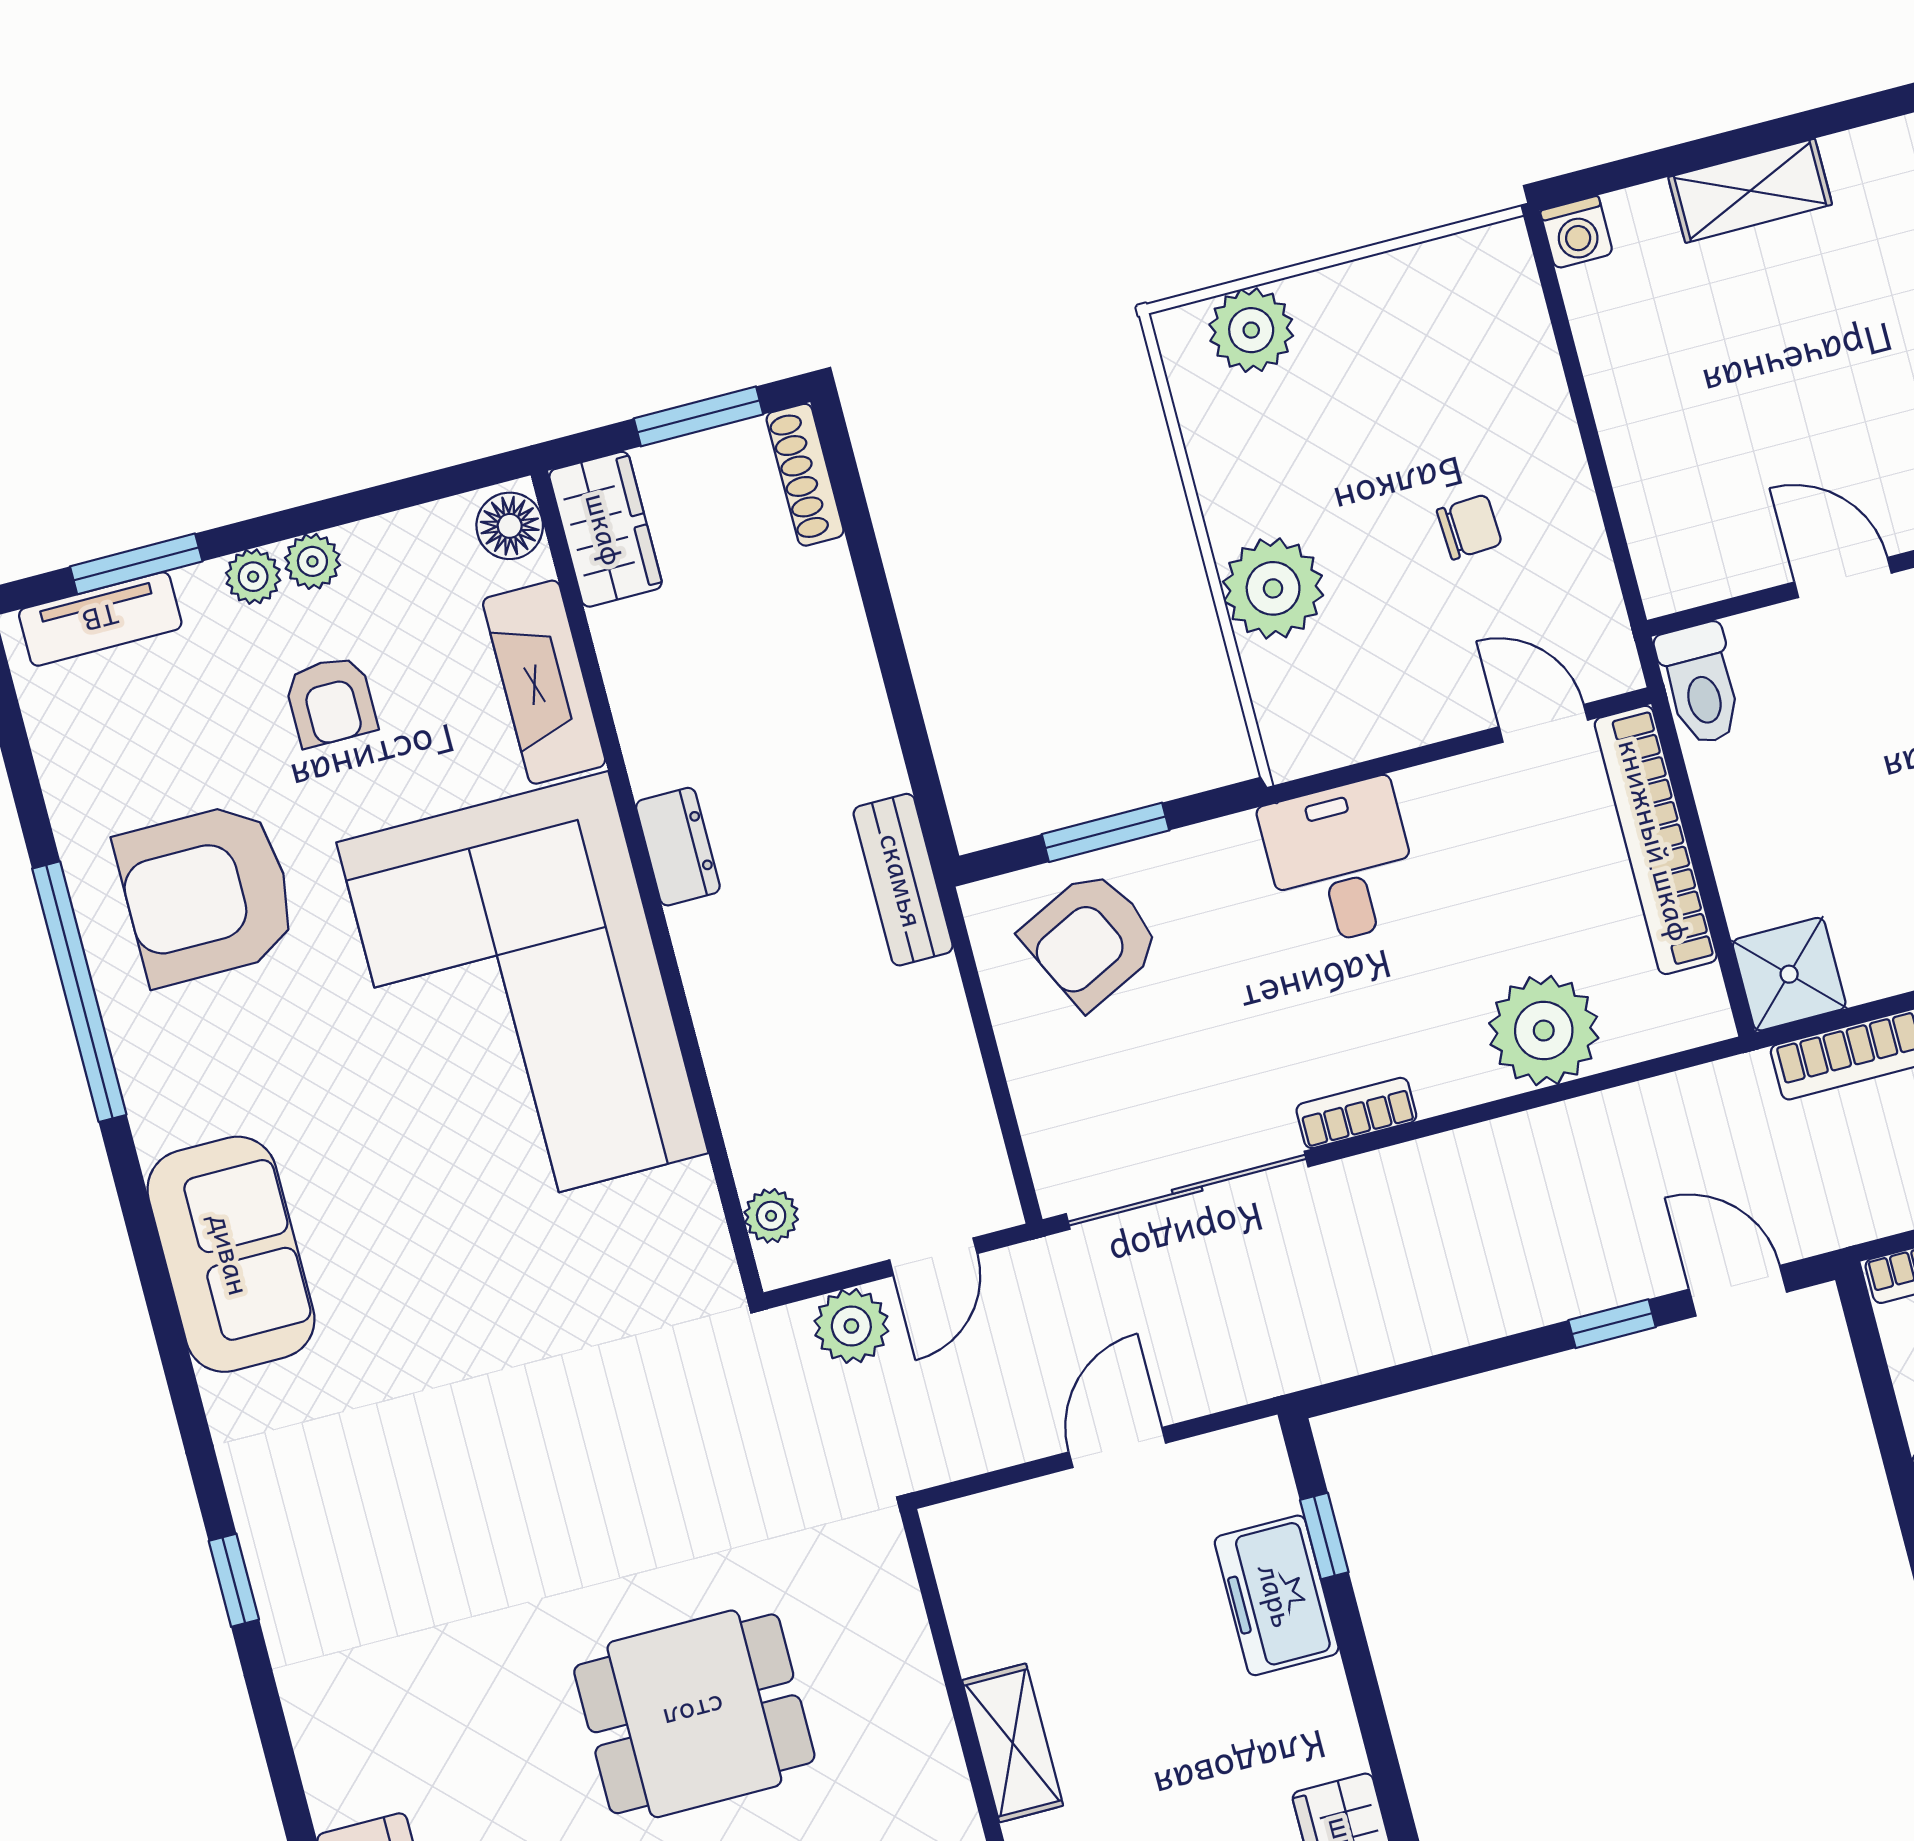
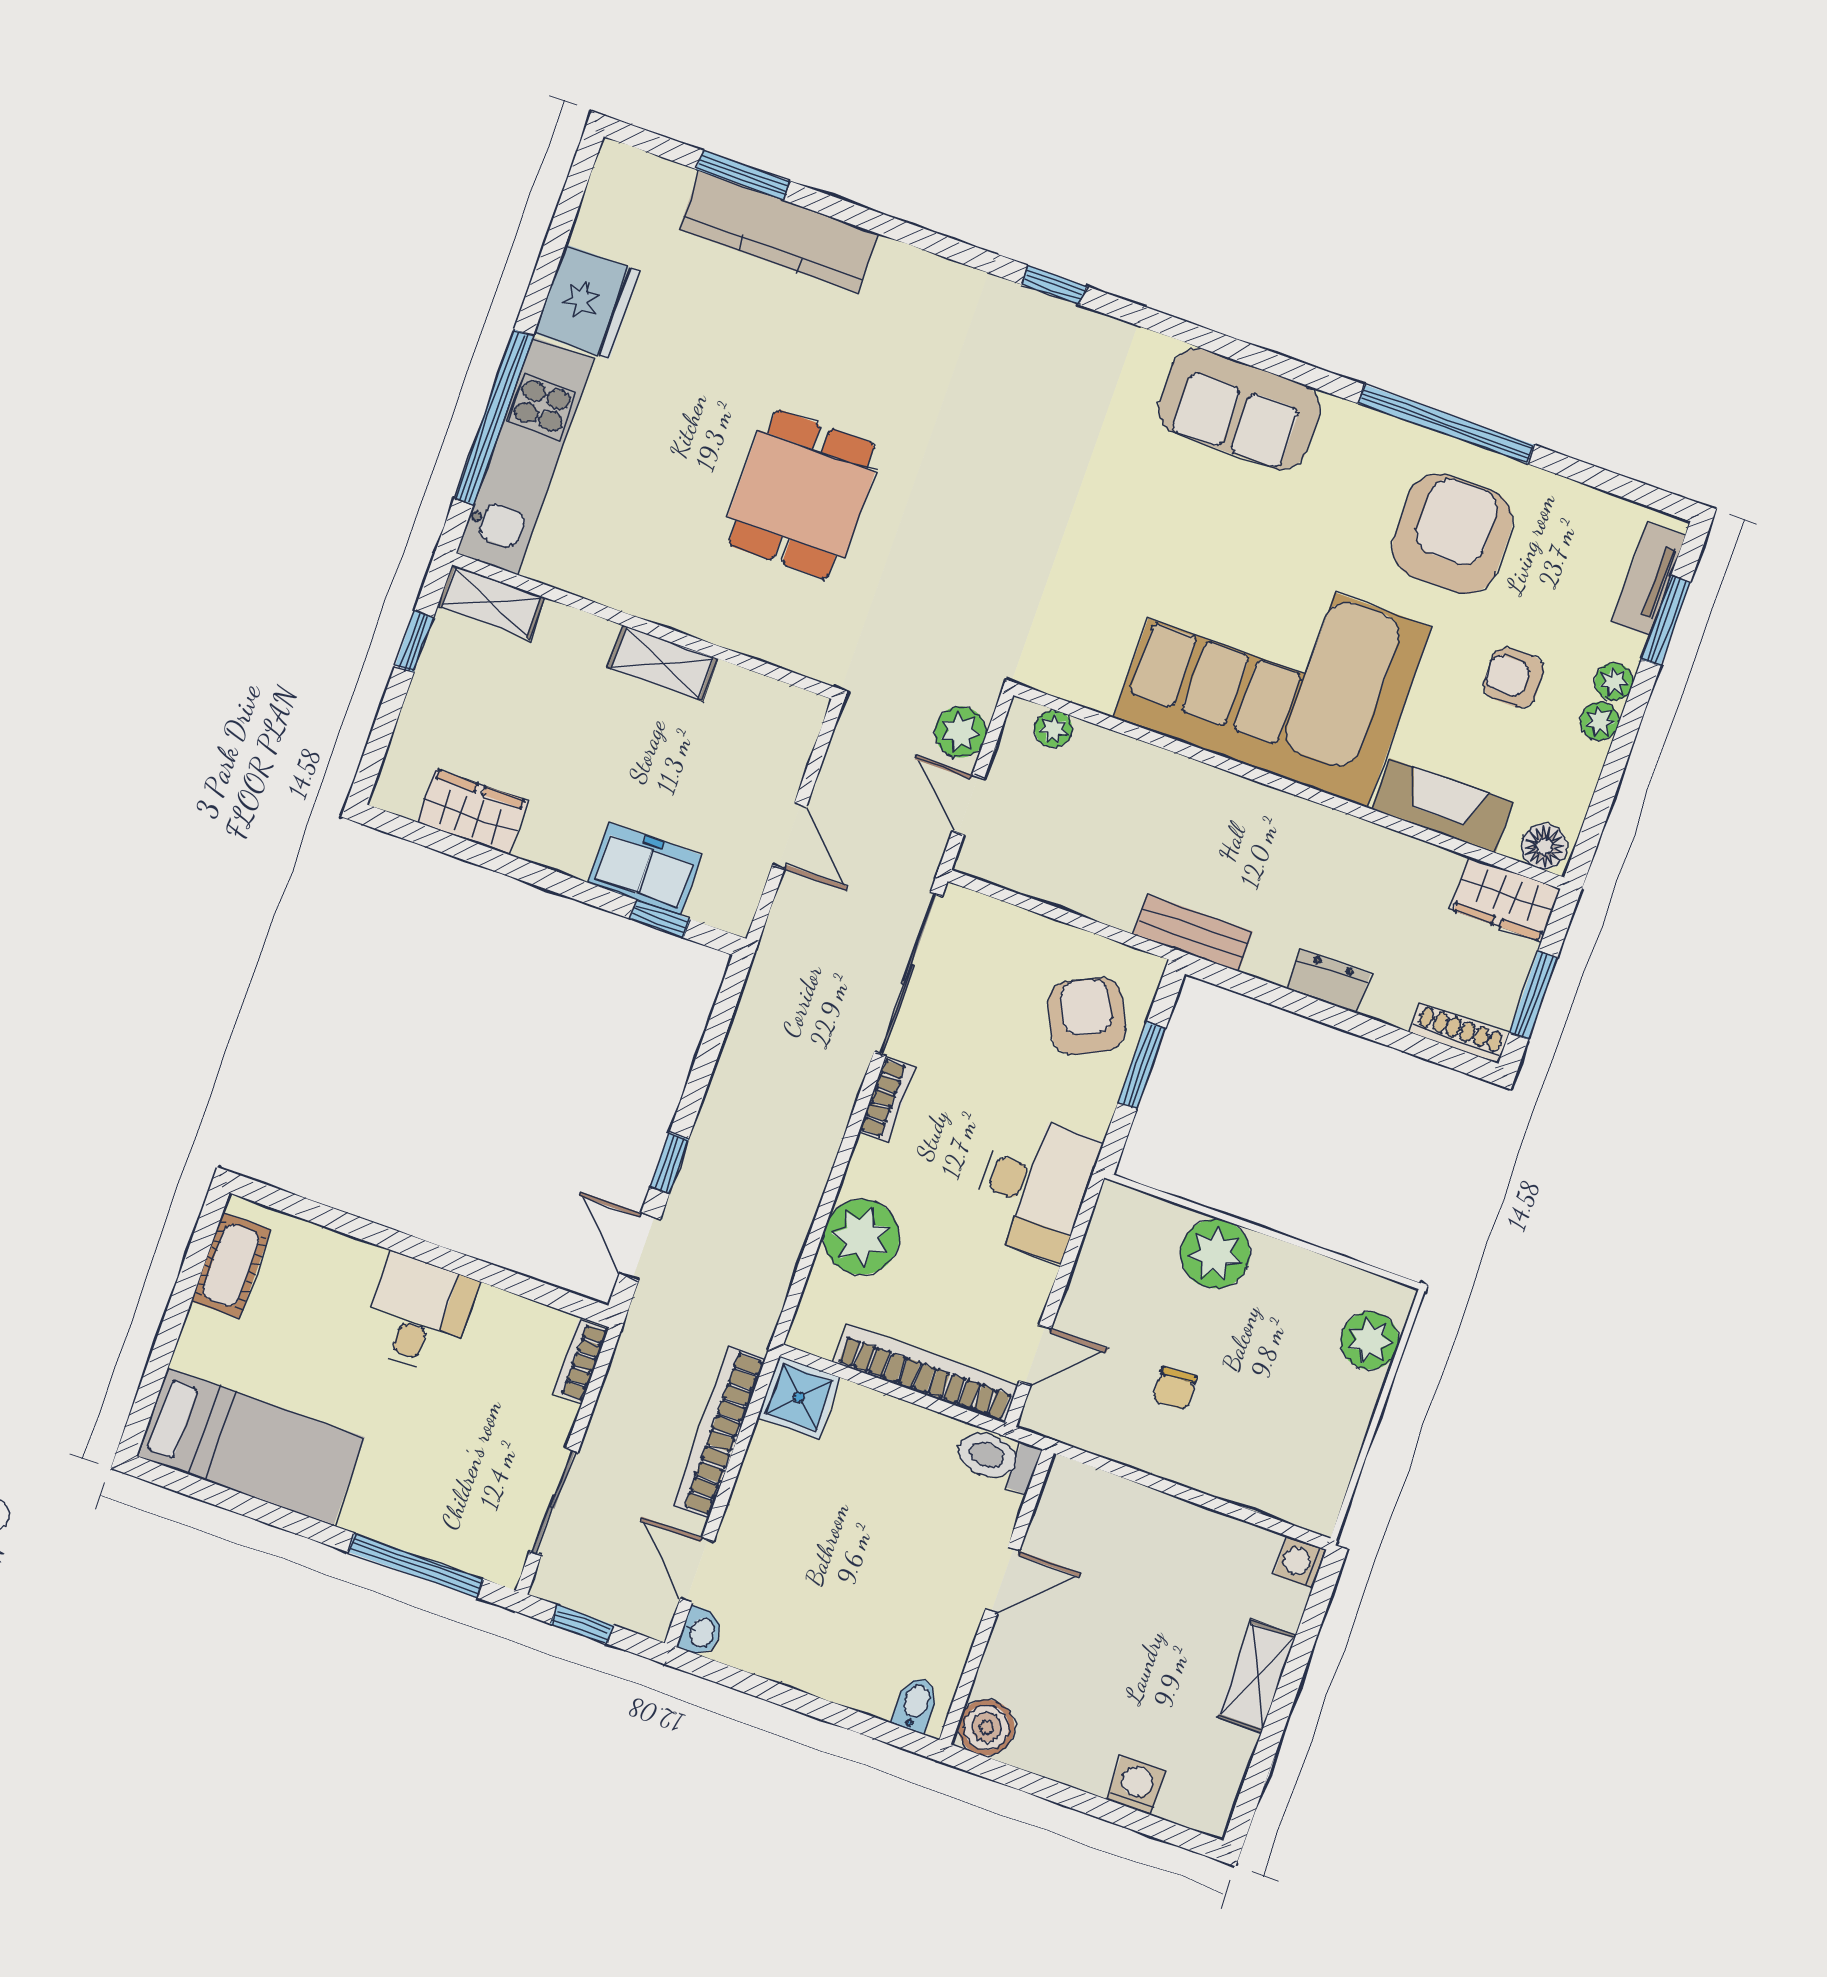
dresser: (678, 847) -> (1328, 981), moved, turned 180
desk: (1341, 863) -> (1034, 1187), width x1.37
door: (1738, 1291) -> (640, 1247), swing flipped

